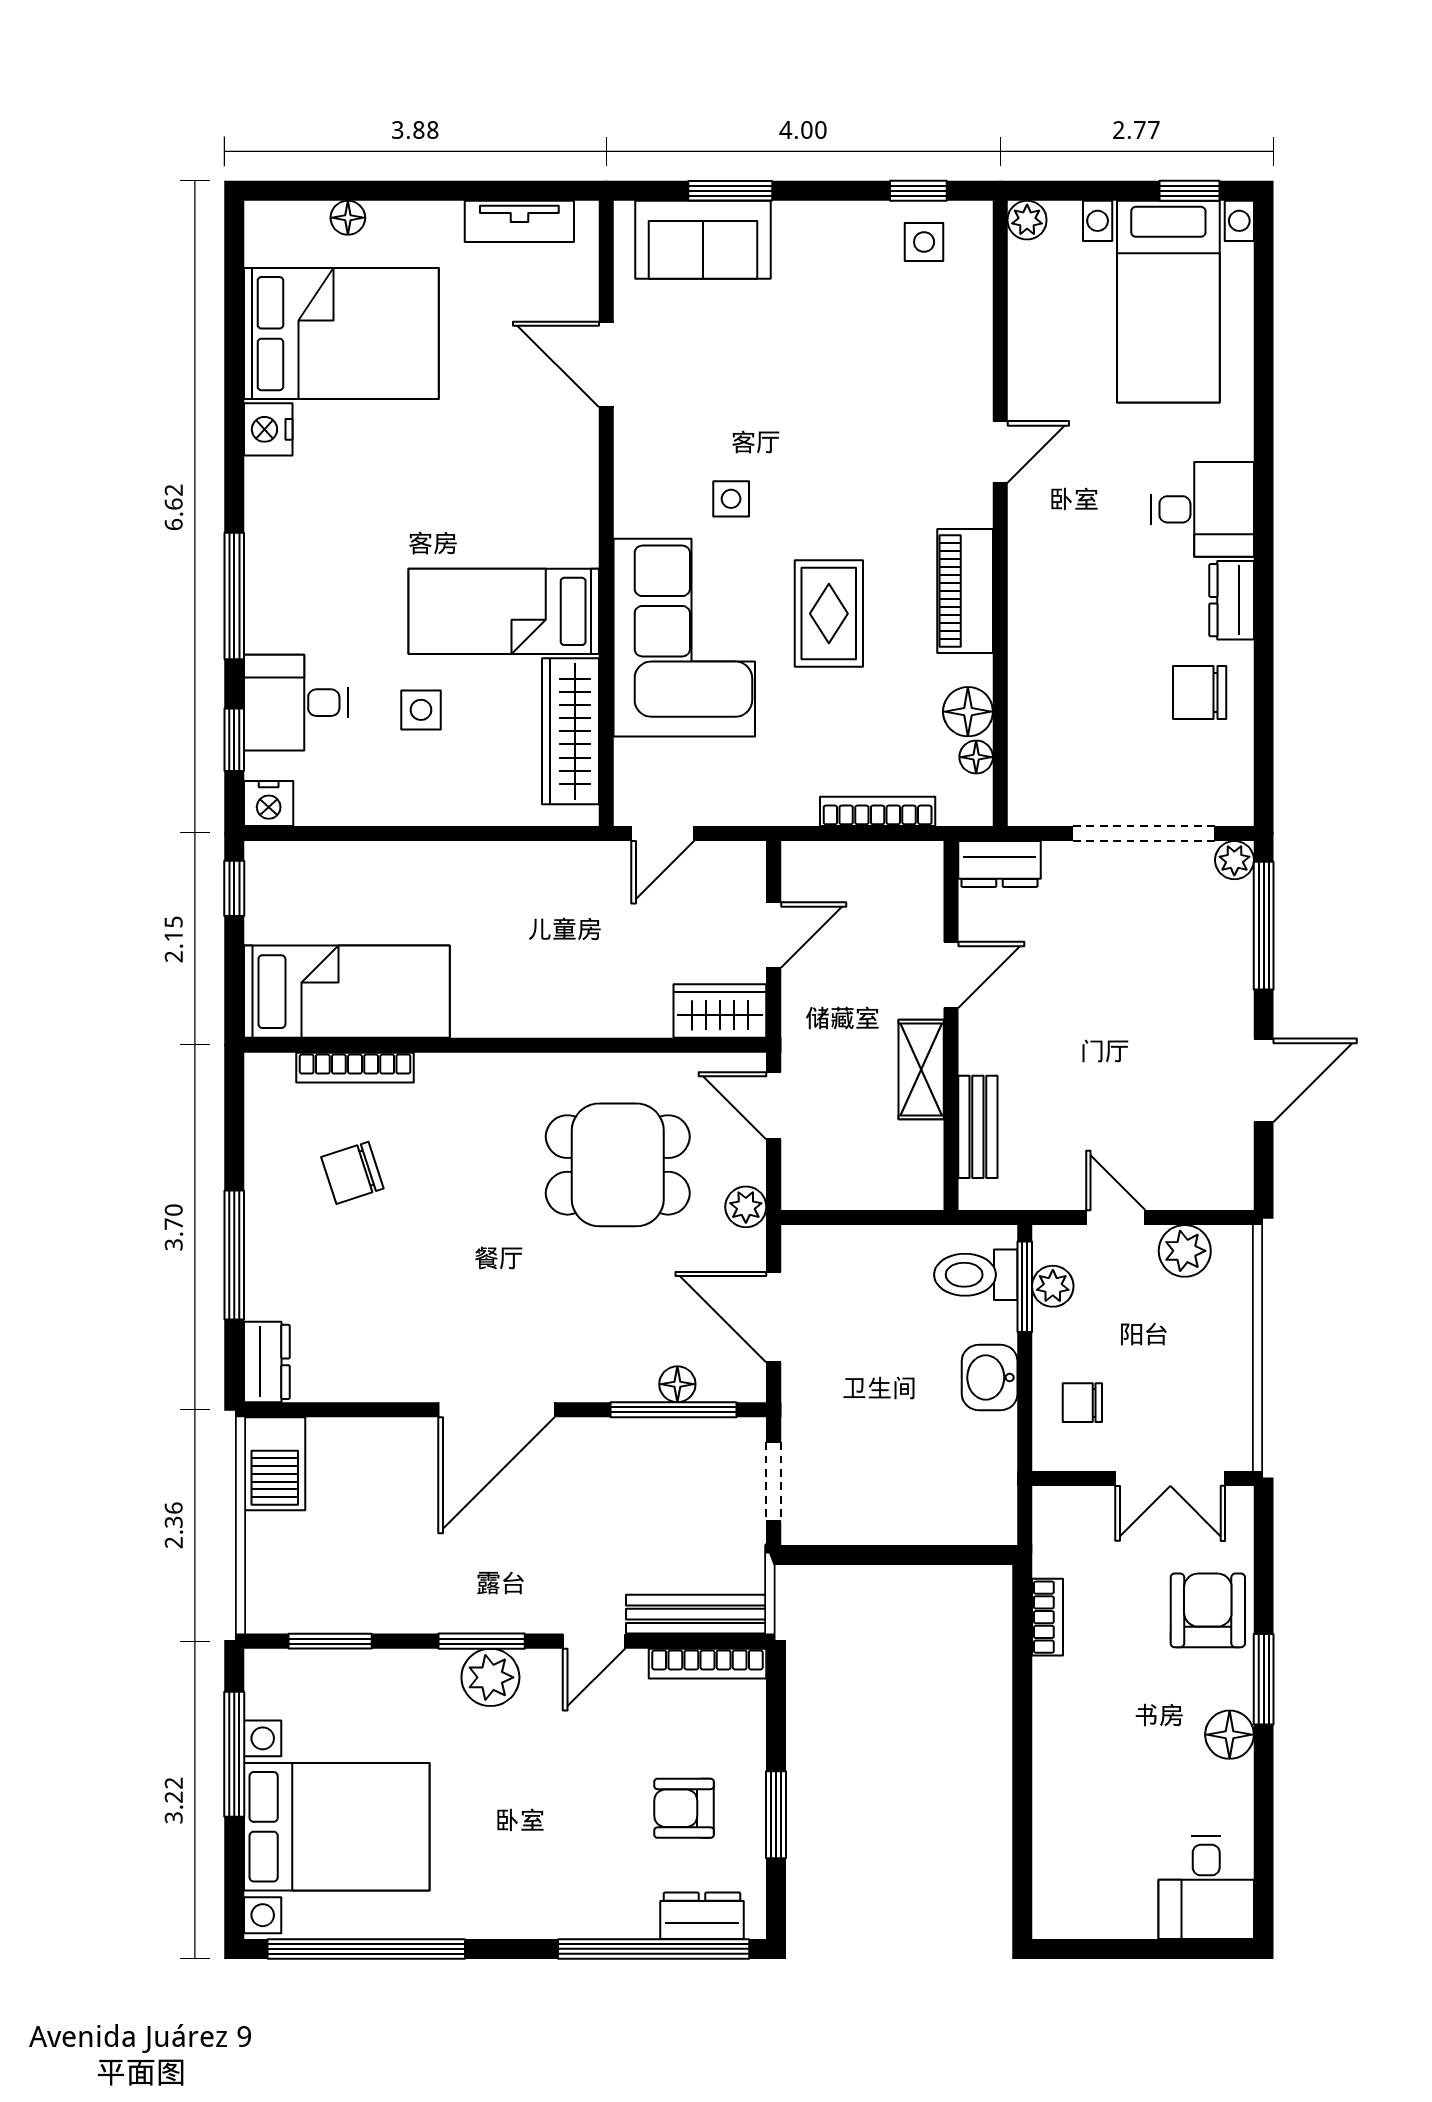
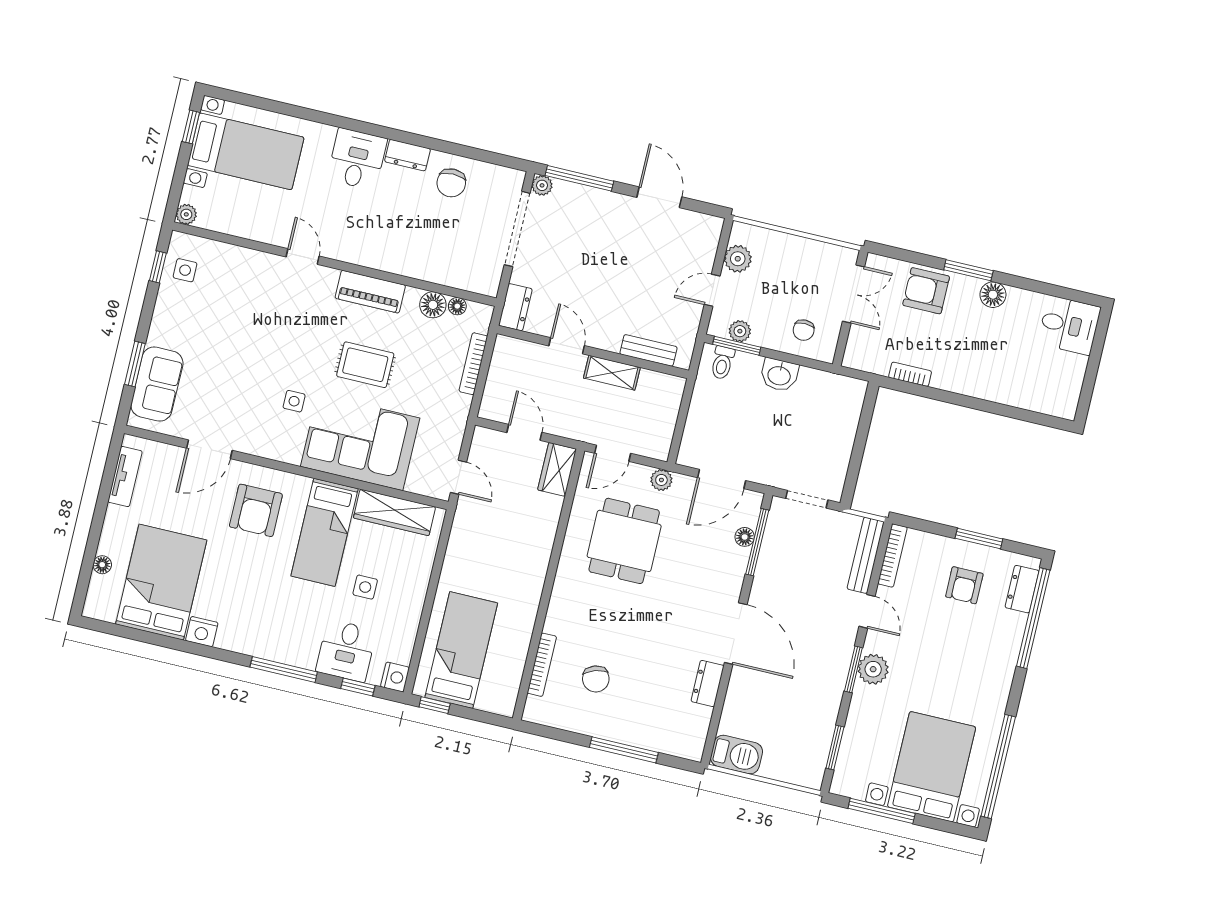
armchair: (514, 476) -> (256, 510), added
bed: (347, 992) -> (461, 650), moved
toilet: (976, 1275) -> (722, 363), width x0.73, depth x0.72
dresser: (267, 1362) -> (707, 683), moved, turned -90

